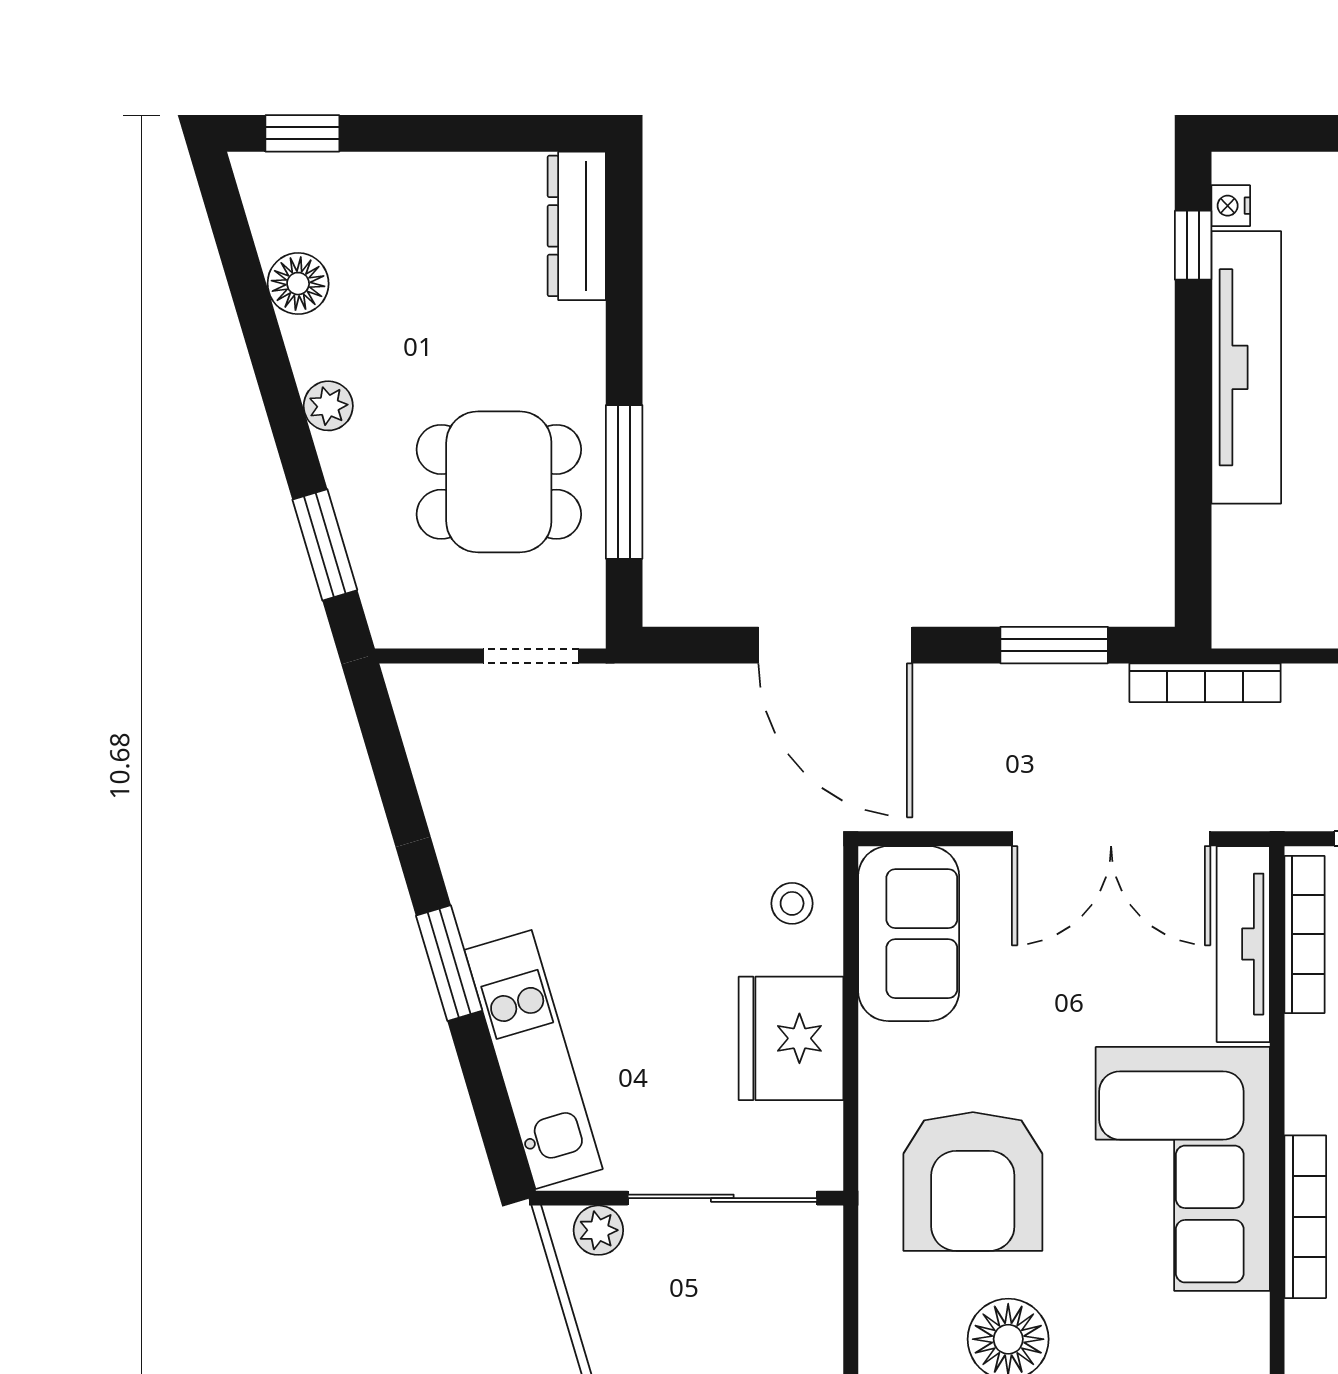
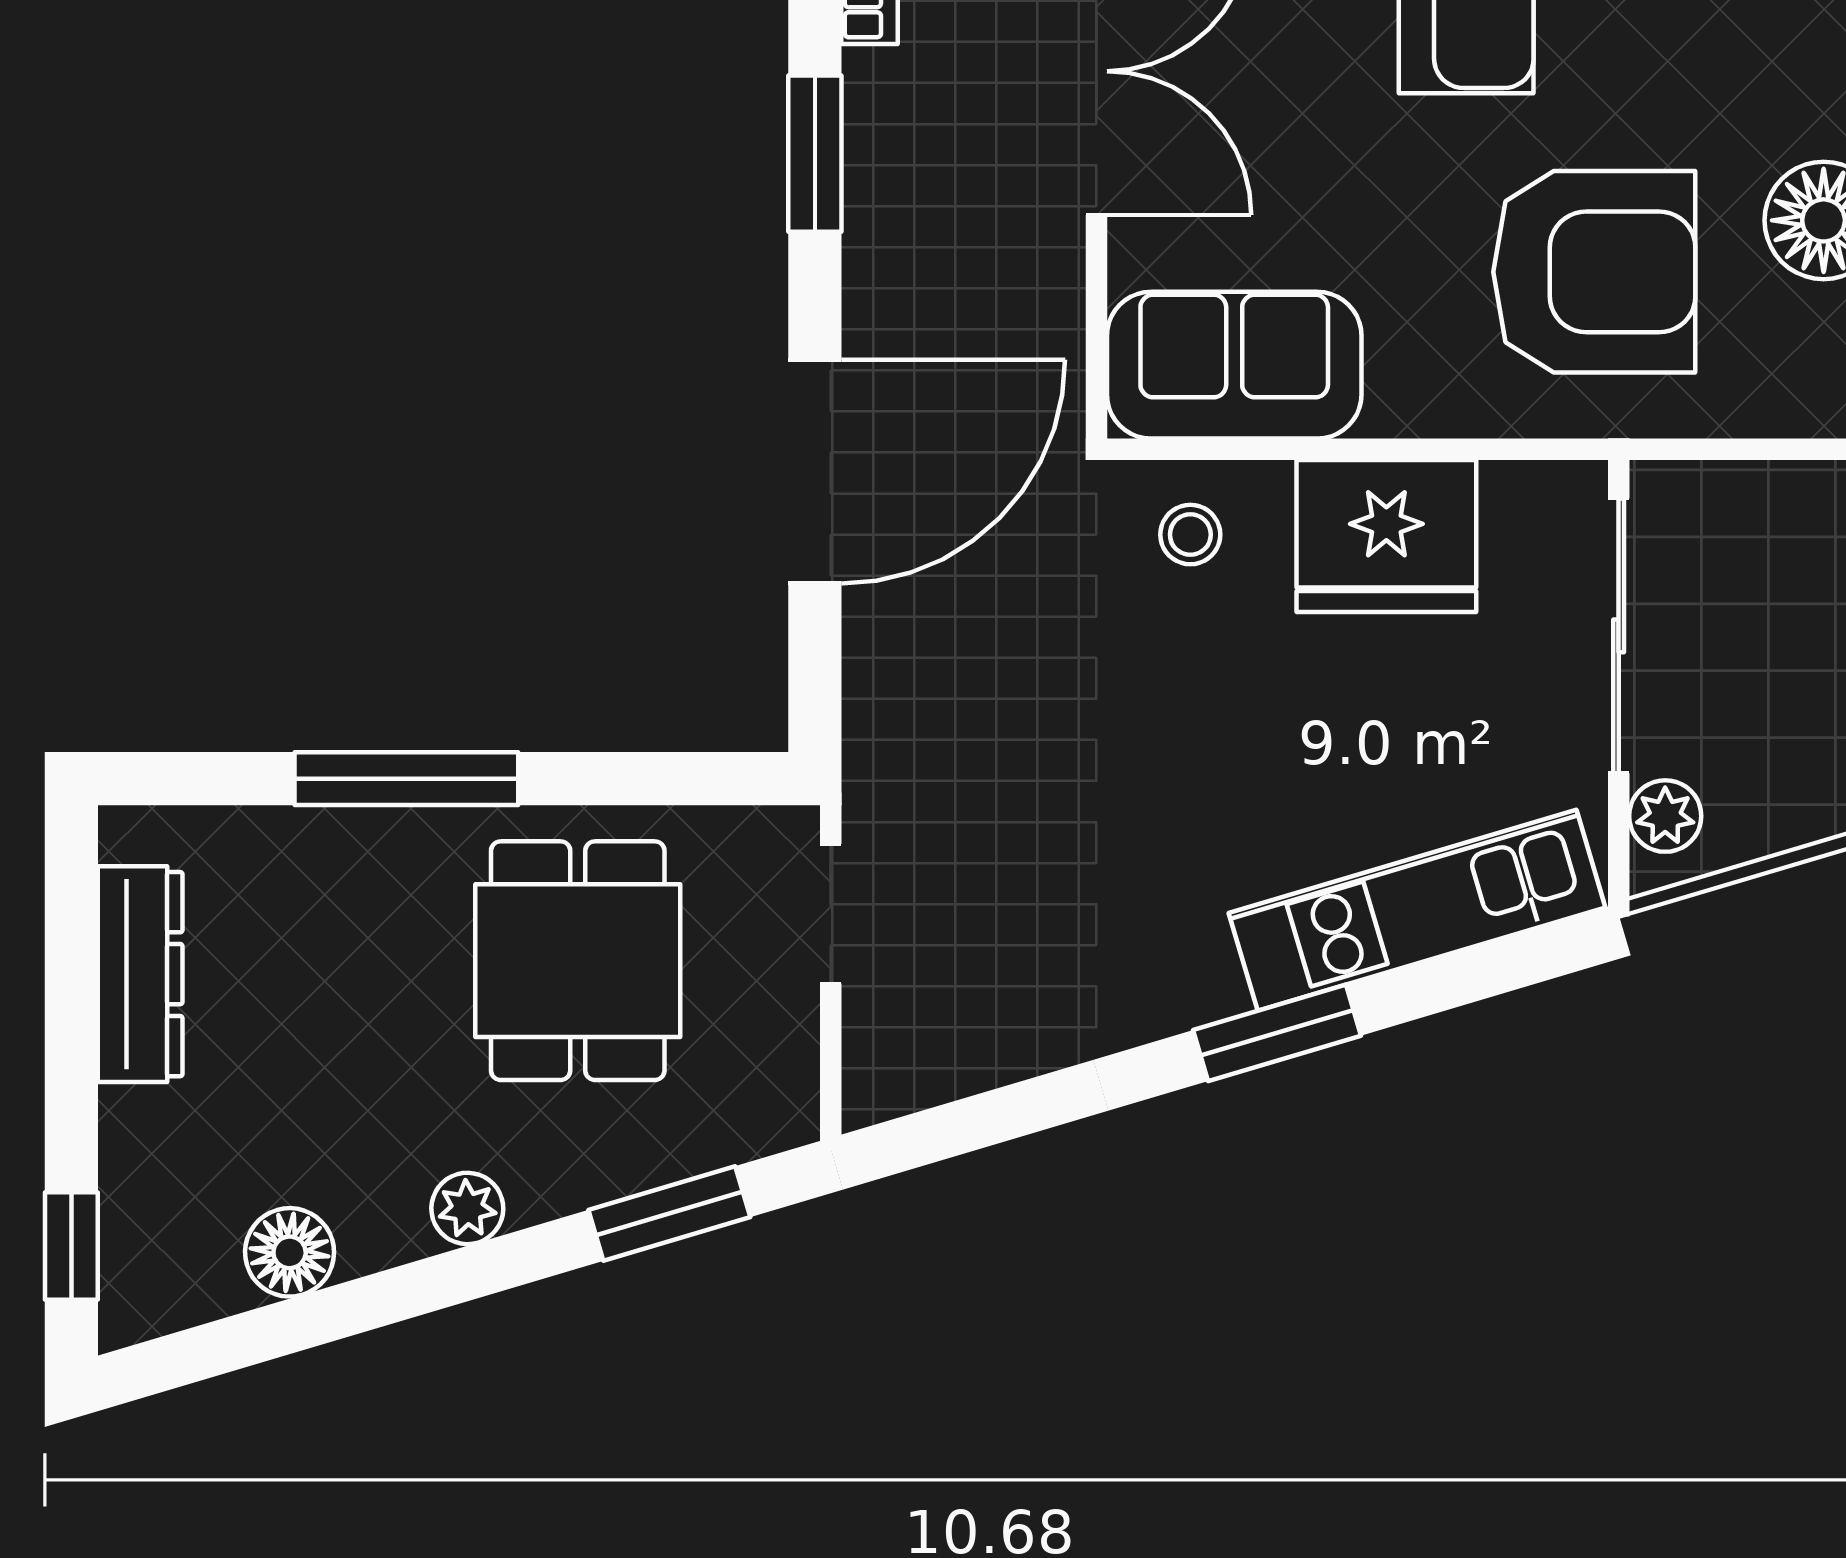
dresser: (577, 226) -> (140, 974), moved, turned -90
window: (624, 482) -> (406, 779), moved

